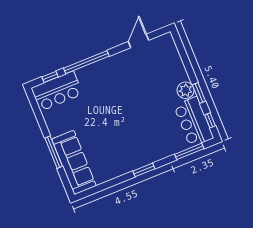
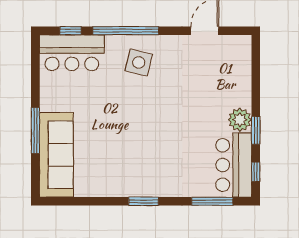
side table: (104, 80) -> (139, 63), added

